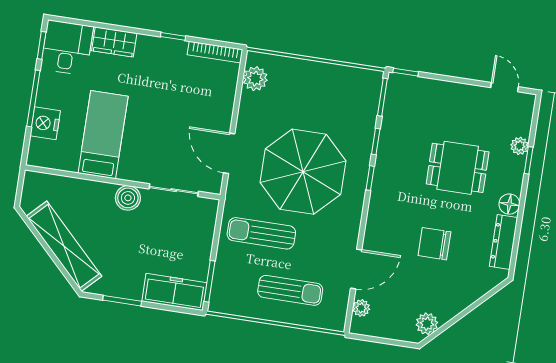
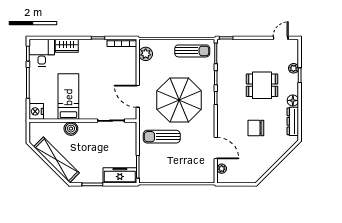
door: (505, 87) -> (281, 38), hinge flipped
nightstand: (45, 123) -> (36, 111), moved
boiler: (128, 198) -> (71, 129), moved
door: (356, 269) -> (216, 148), hinge flipped
sun lounger: (290, 290) -> (192, 51), moved
plant: (427, 324) -> (258, 172), removed

